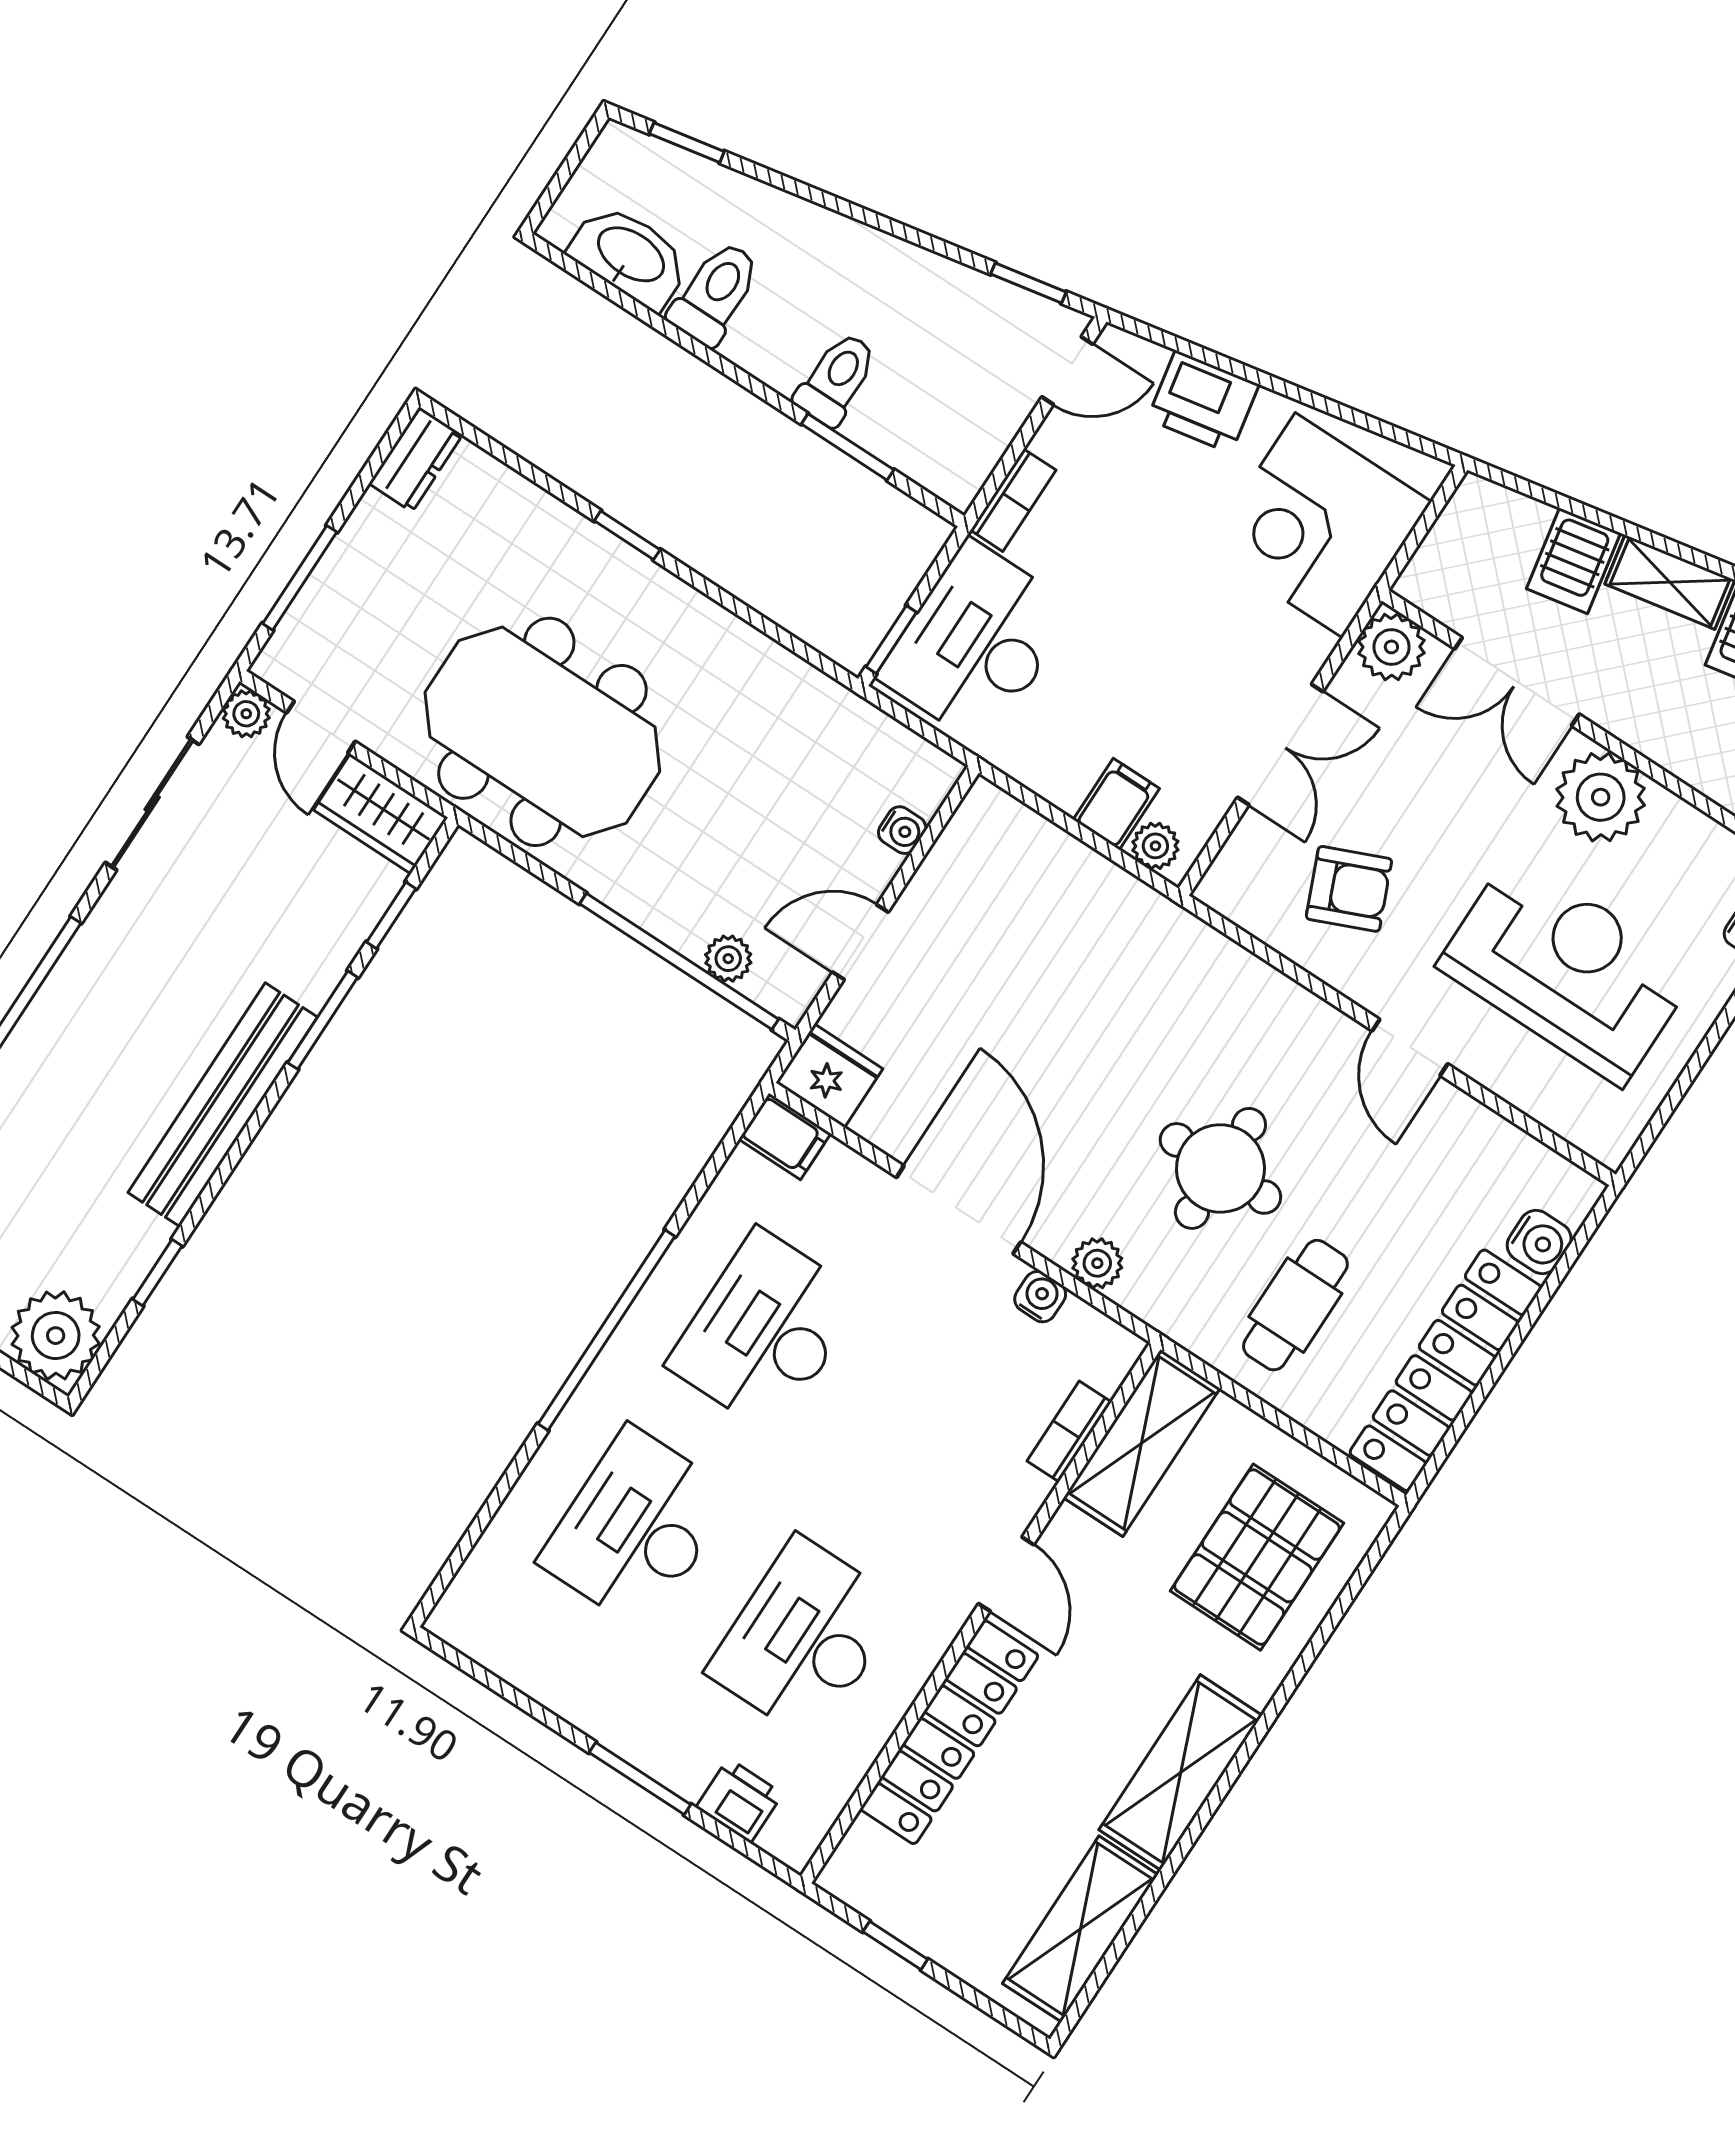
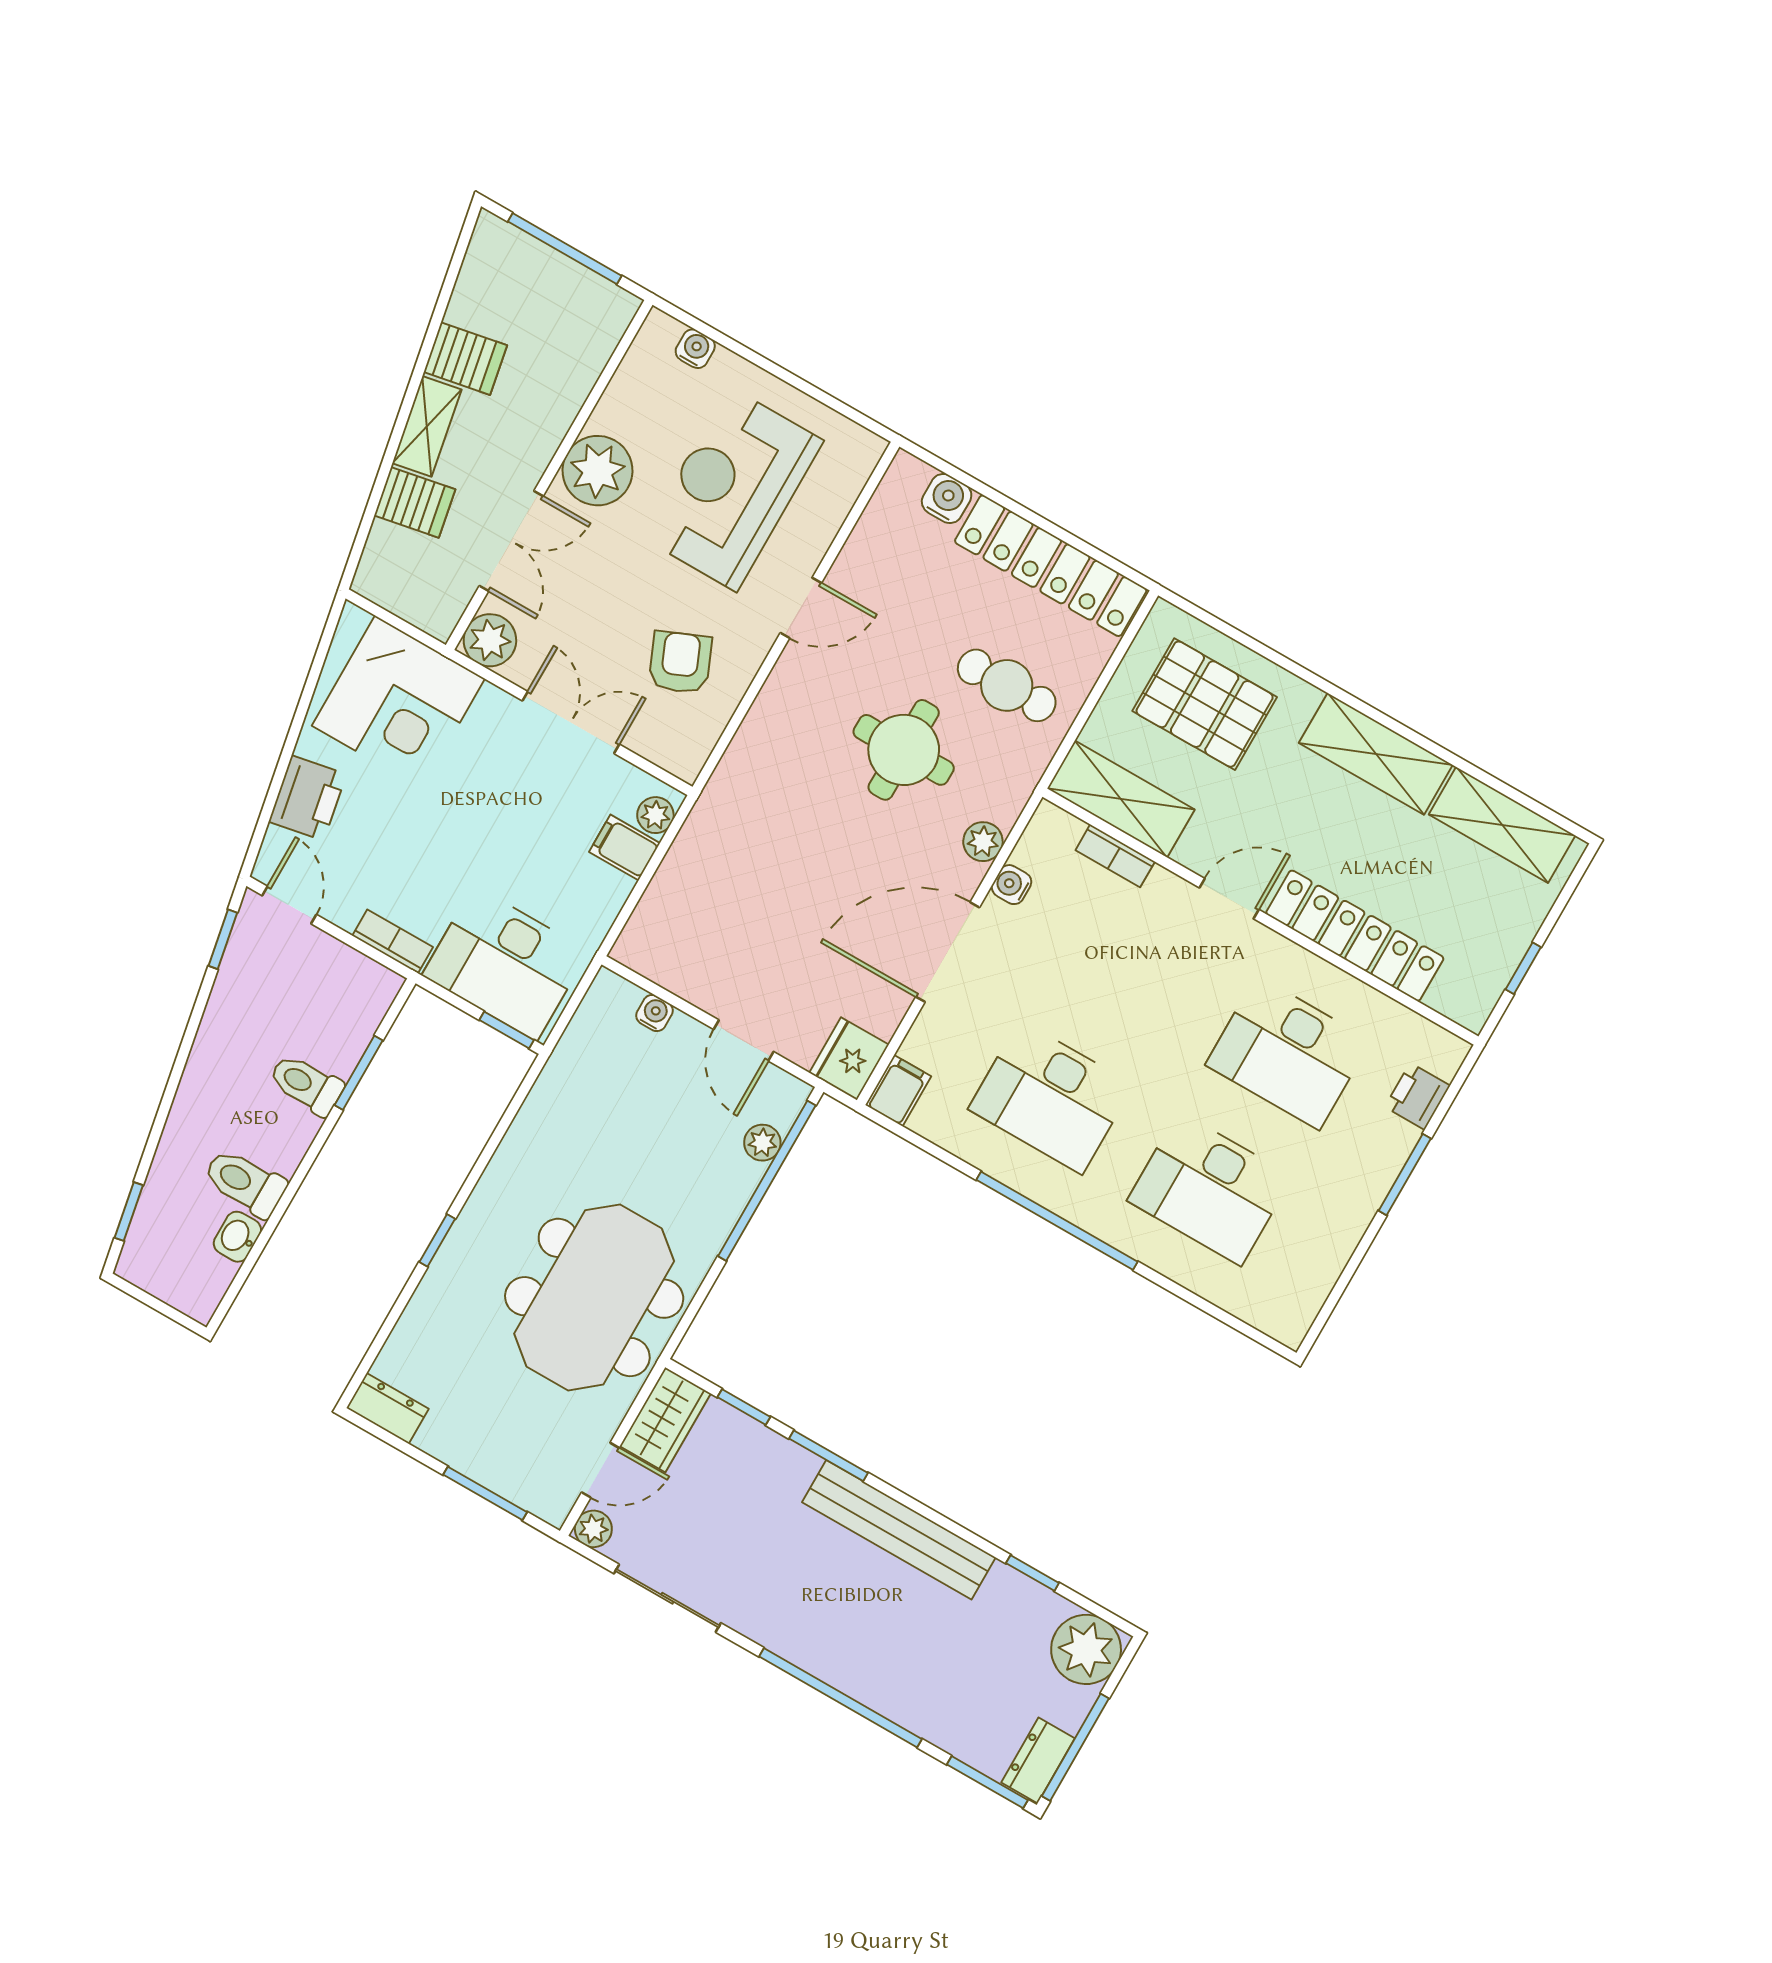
washbasin: (630, 256) -> (237, 1237), width x0.52, depth x0.69

